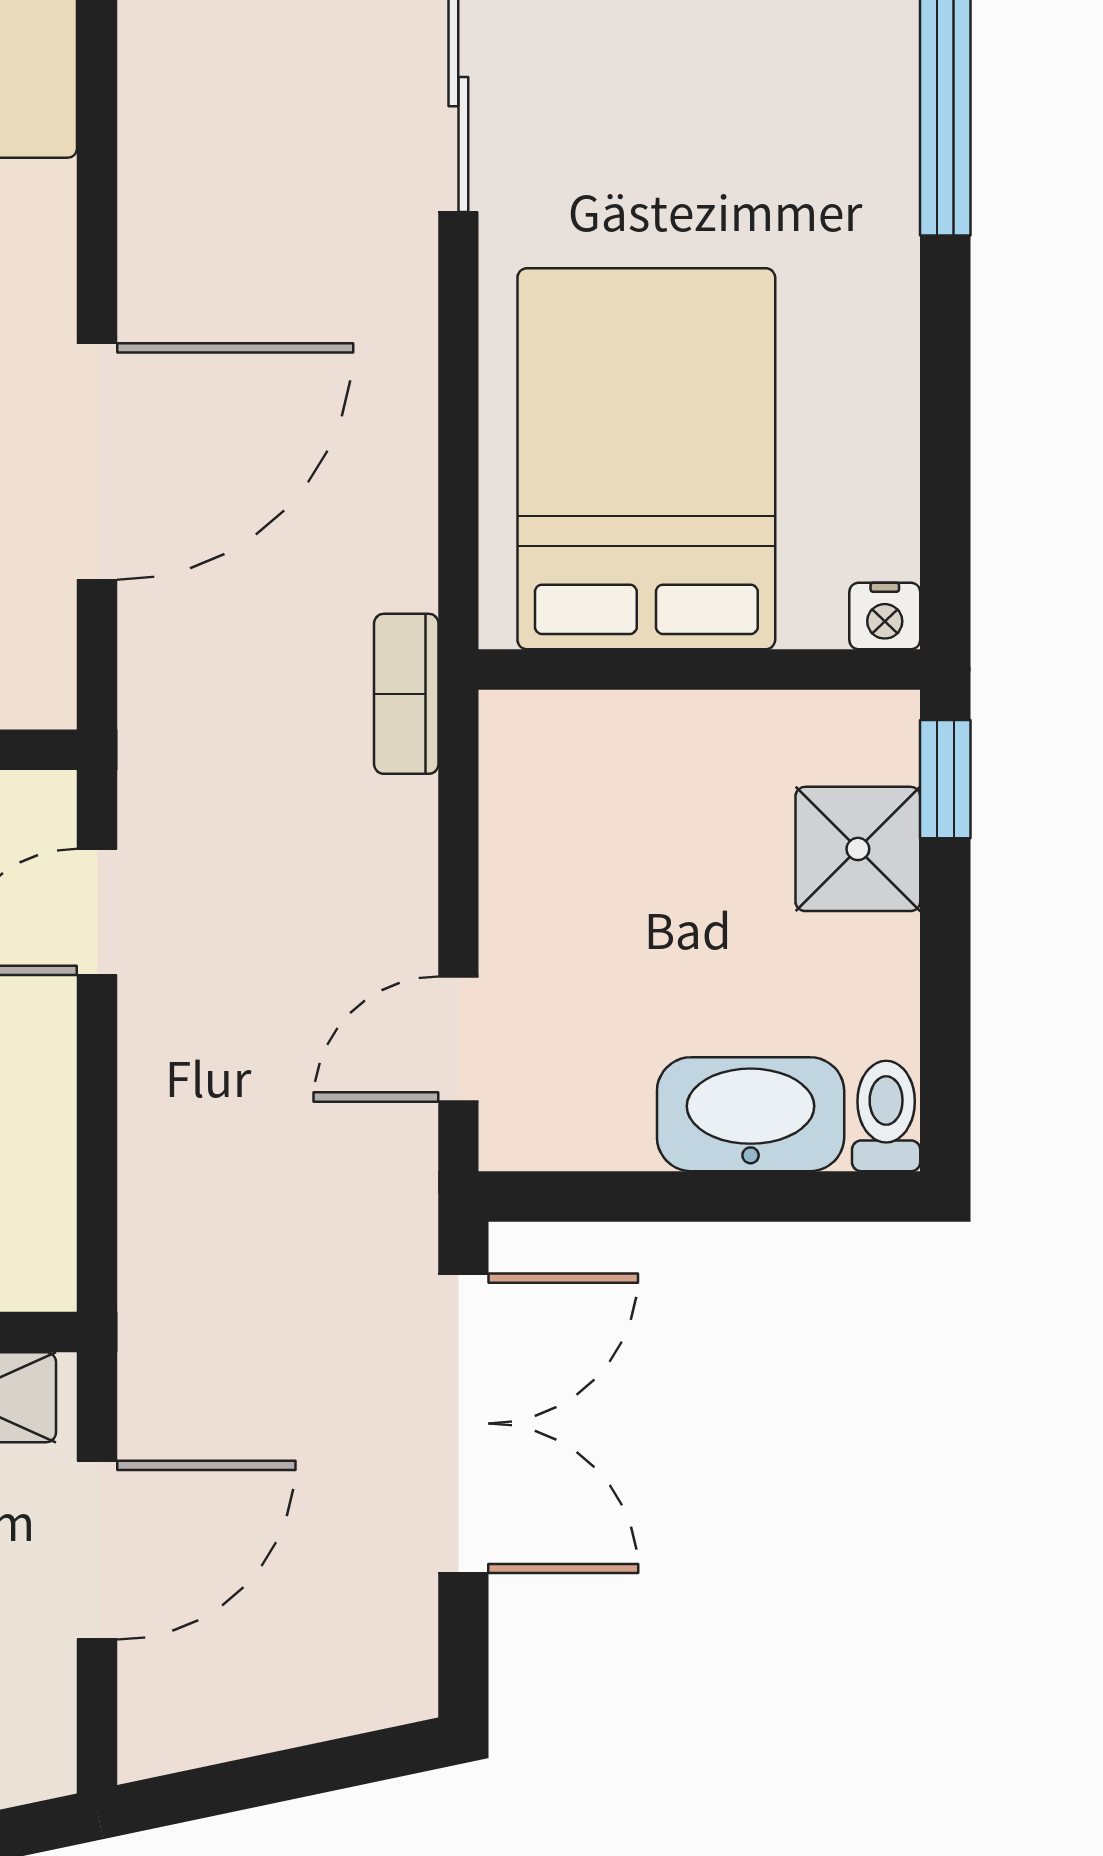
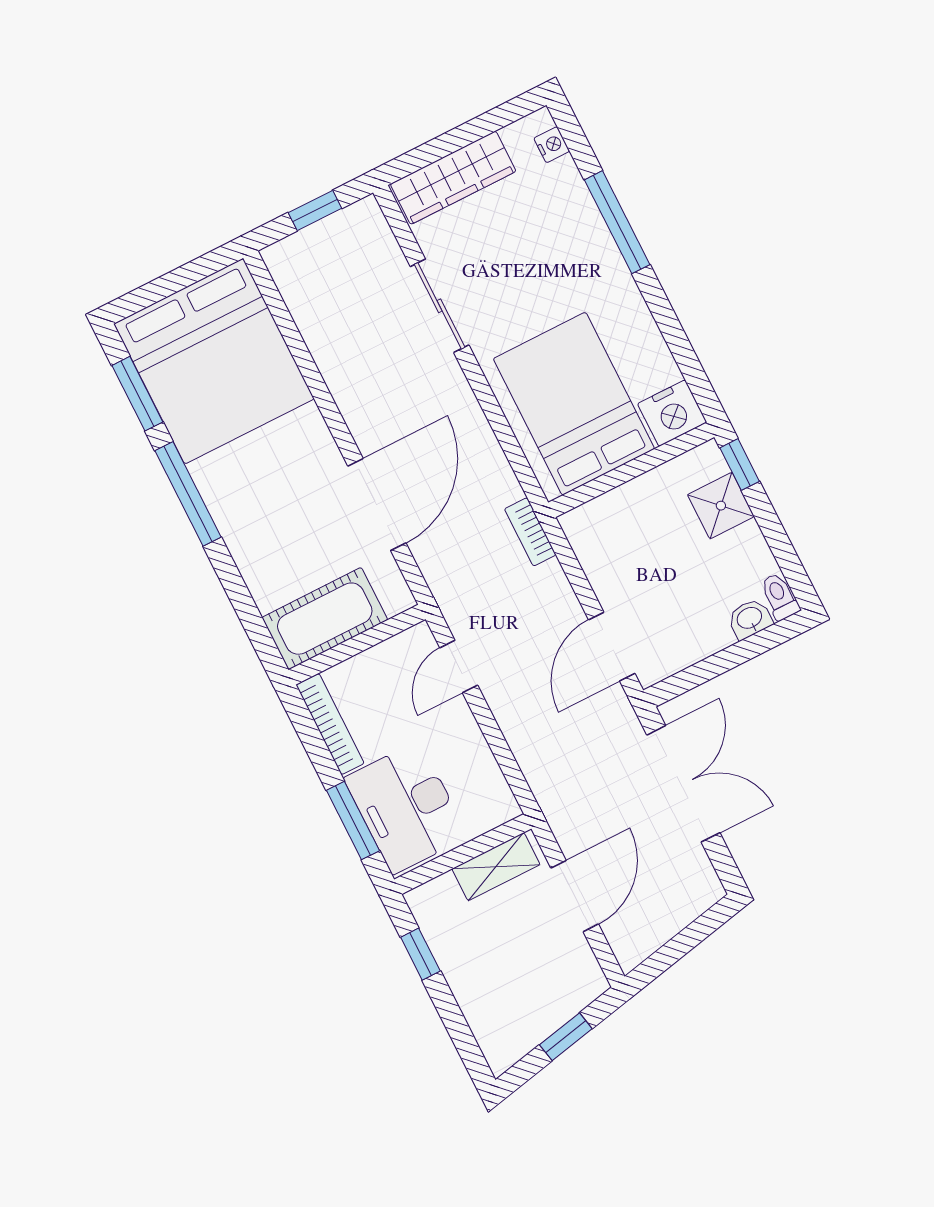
nightstand: (885, 616) -> (672, 413), width x1.89, depth x1.79
door: (458, 1039) -> (612, 647), width x1.38
washbasin: (751, 1114) -> (750, 619), width x0.52, depth x0.69

